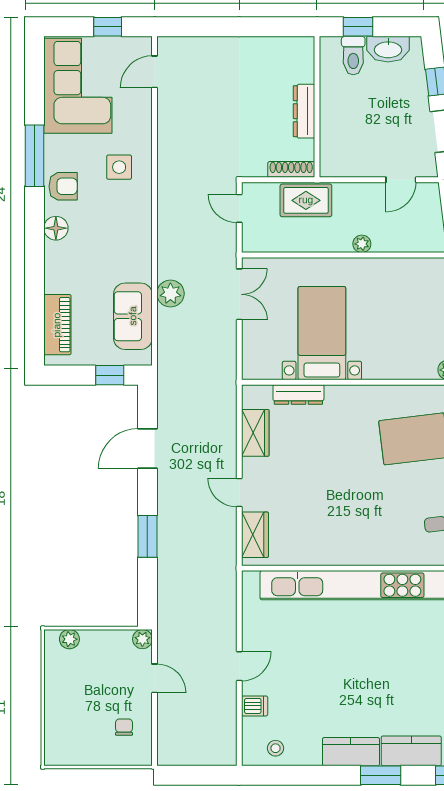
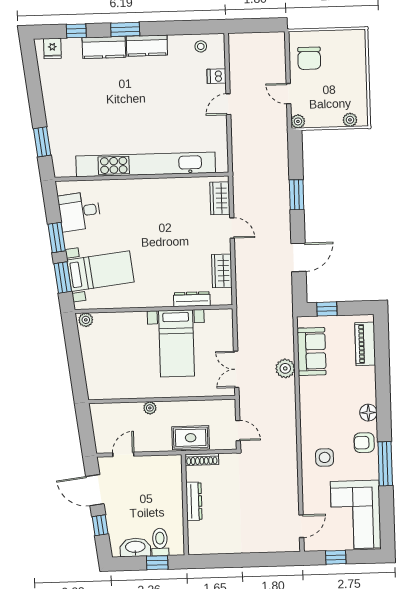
chair: (124, 727) -> (309, 58), width x1.87, depth x1.87

